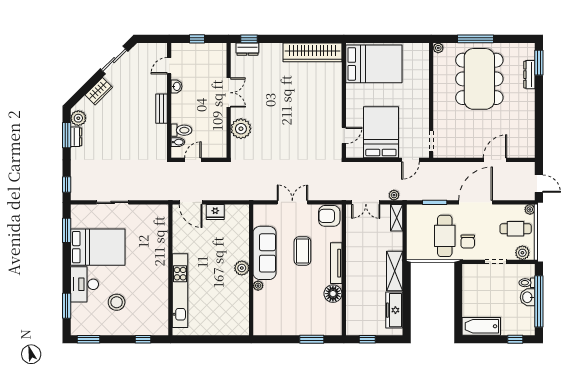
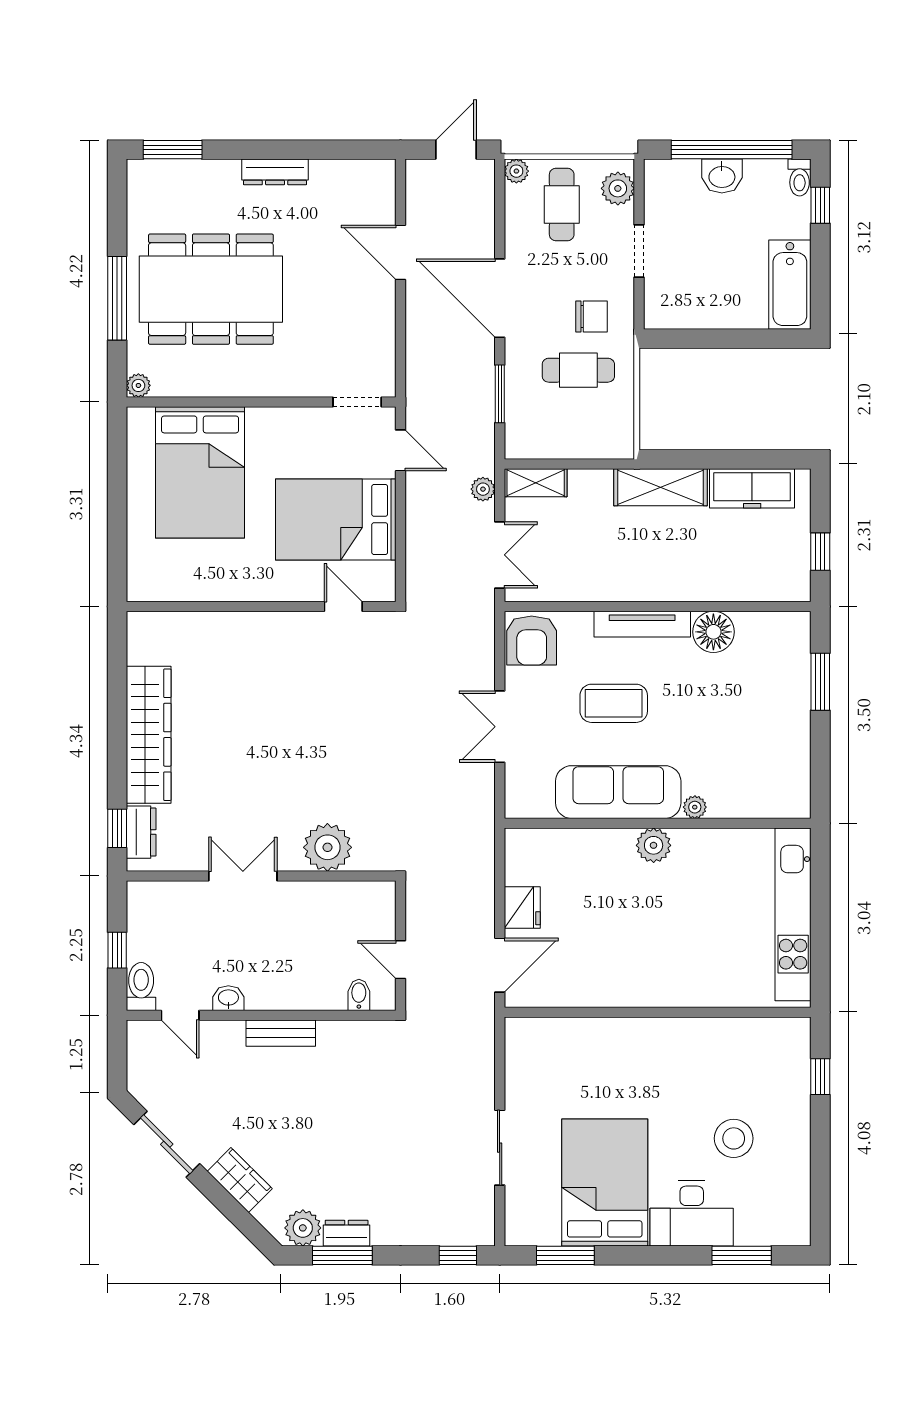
wardrobe: (312, 52) -> (149, 735), moved
bed: (374, 64) -> (200, 472), moved, turned 180
dresser: (529, 75) -> (275, 172), moved
toilet: (181, 130) -> (141, 987), moved
cafe table: (445, 236) -> (578, 370), width x0.73, depth x0.74
toilet: (527, 283) -> (800, 178), moved
kitchen unit: (180, 291) -> (793, 914), moved, turned -90
window: (88, 339) -> (820, 1204), removed

